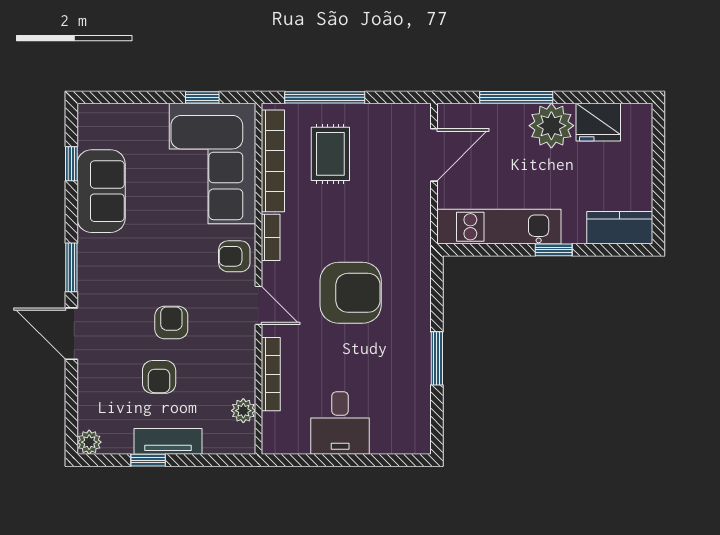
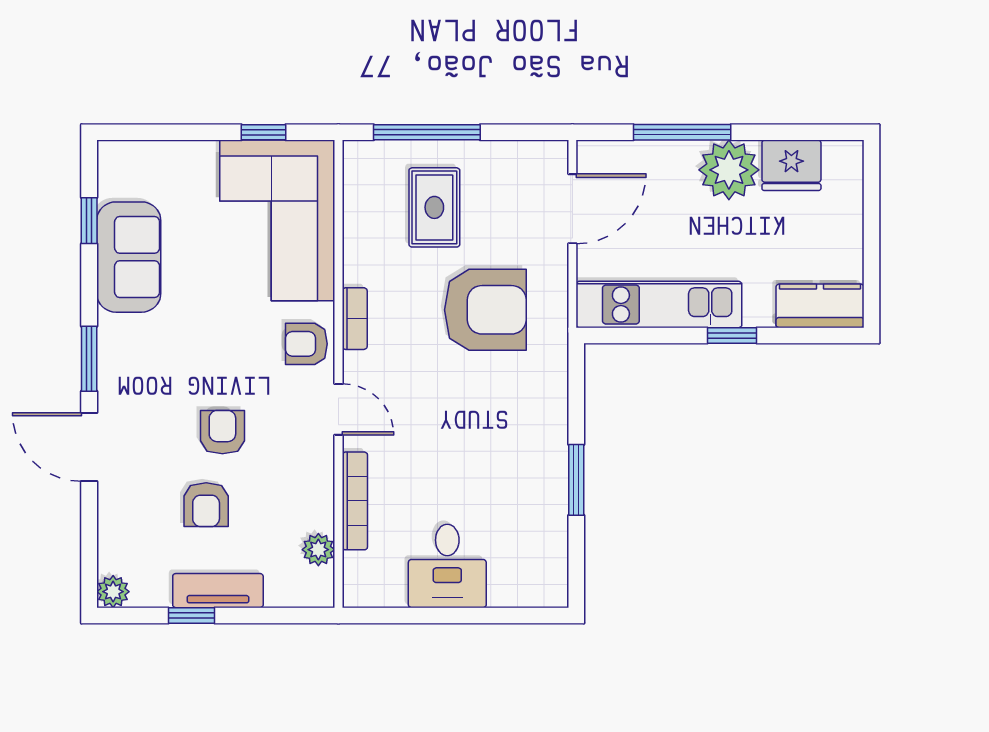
bookcase: (273, 161) -> (358, 217), removed
armchair: (351, 293) -> (485, 310), moved

